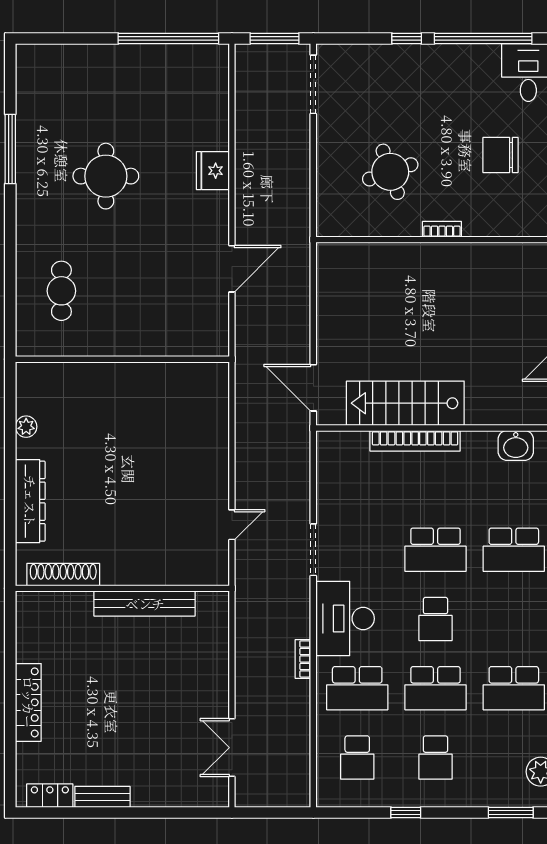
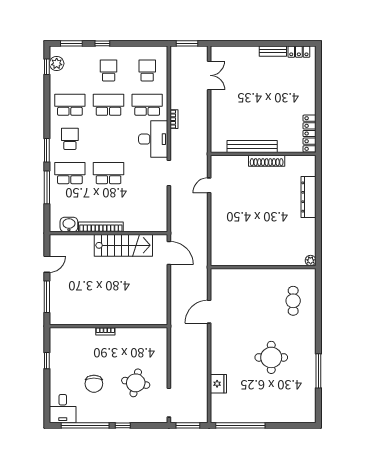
chair: (501, 155) -> (94, 384), moved, turned 90
fridge: (213, 171) -> (218, 384), moved
round table: (390, 172) -> (136, 383), moved, turned 31
plant: (26, 427) -> (311, 261), moved
bookcase: (415, 441) -> (101, 227), moved
shoe rack: (63, 575) -> (267, 161), moved
school desk: (436, 619) -> (70, 139), moved
locker: (28, 702) -> (310, 134), moved
window: (276, 812) -> (187, 43), added
window: (406, 812) -> (102, 43), moved

